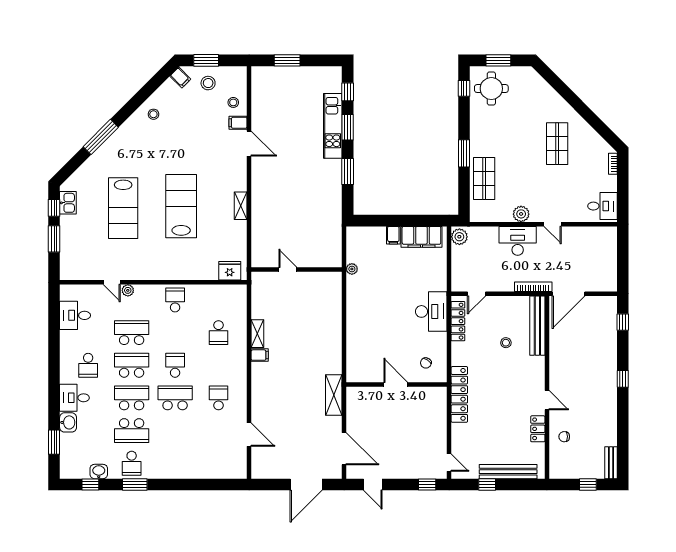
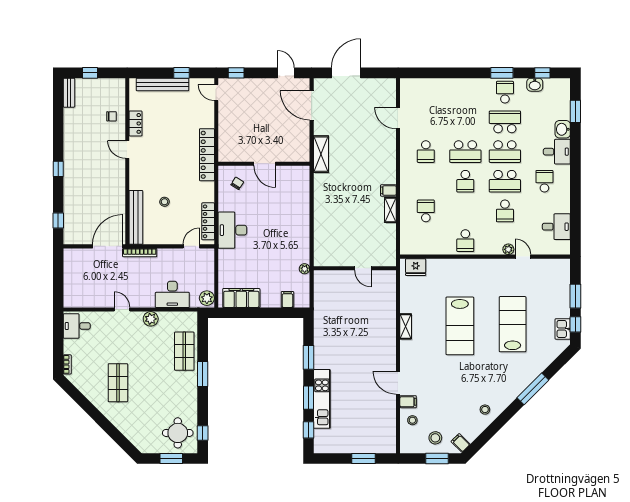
filing cabinet: (393, 235) -> (287, 299), moved
desk: (518, 241) -> (172, 294), moved
school desk: (132, 333) -> (505, 211), width x0.54

